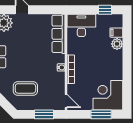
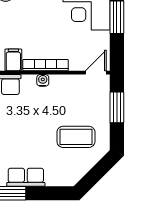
filing cabinet: (74, 49) -> (13, 60), added
coffee table: (25, 88) -> (76, 137), turned 90

